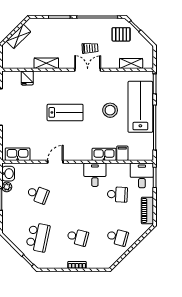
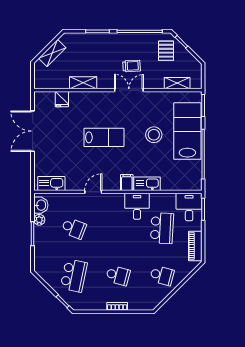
pallet: (121, 34) -> (166, 51), turned 90
filing cabinet: (122, 153) -> (127, 183), moved
school desk: (117, 194) -> (162, 228), width x1.85

